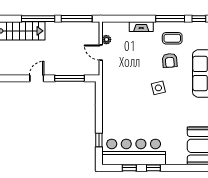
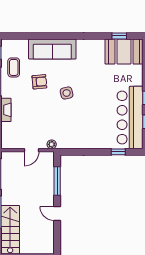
coffee table: (172, 38) -> (14, 67), moved
plant: (106, 40) -> (52, 144), moved

